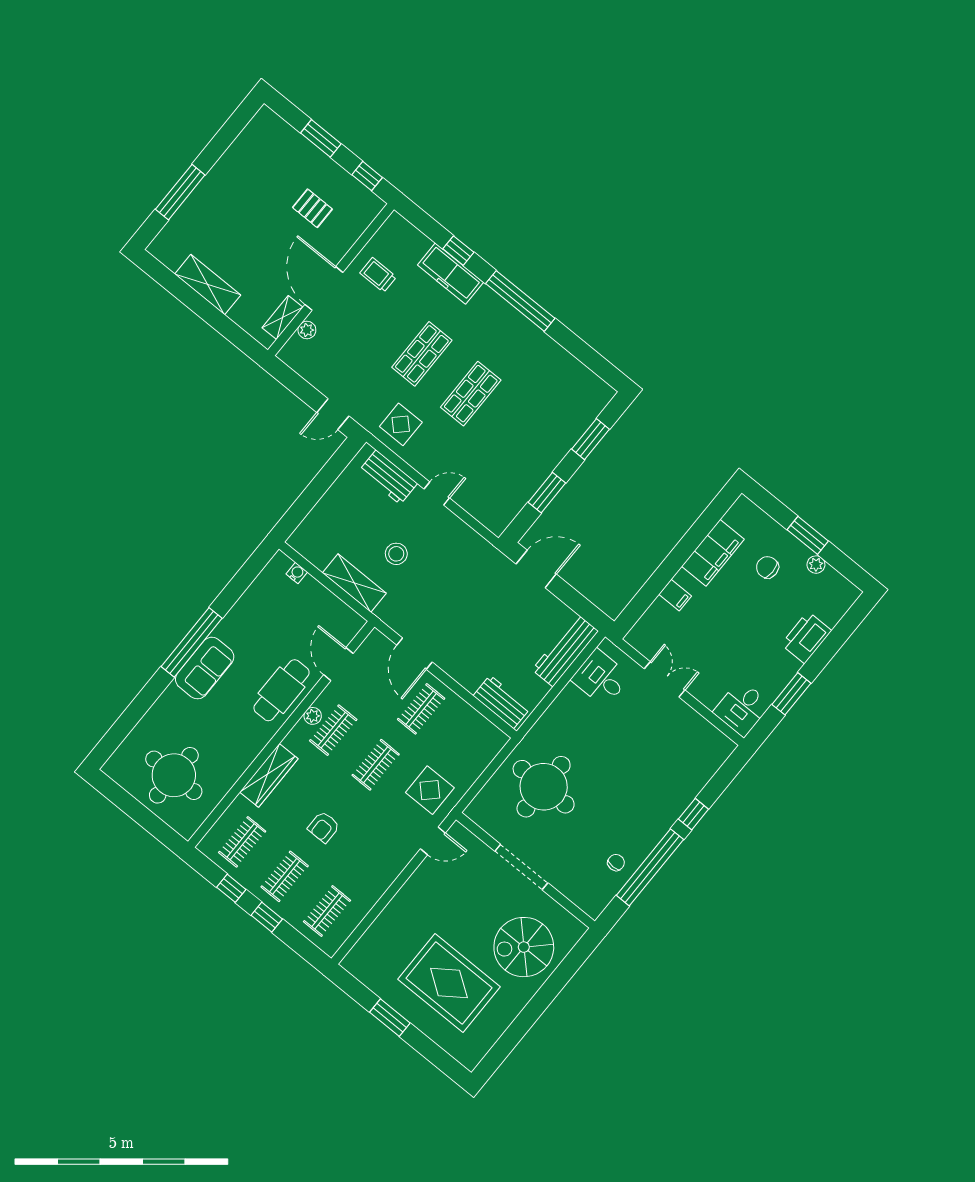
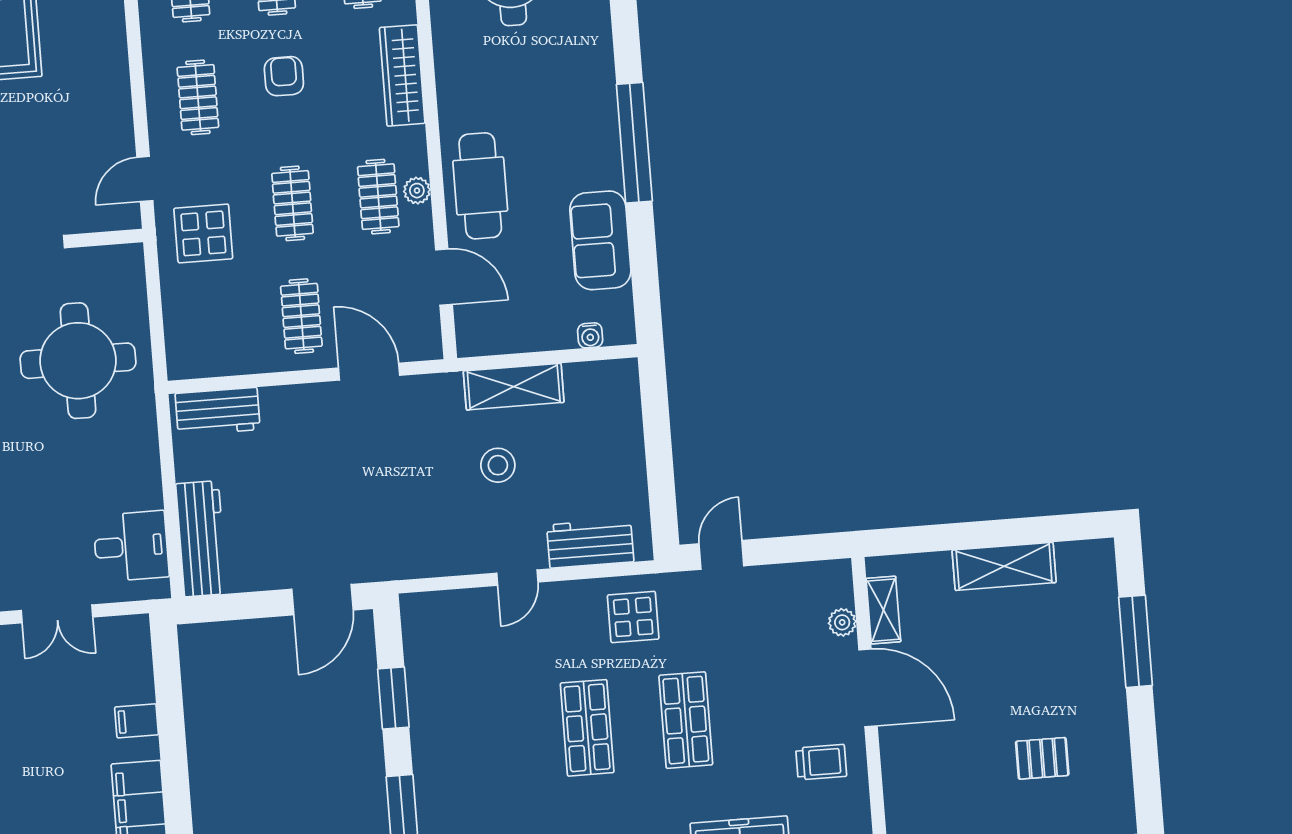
pallet: (312, 208) -> (1042, 758), moved
sofa: (205, 668) -> (600, 240), moved
clothes rail: (373, 855) -> (198, 97), added

